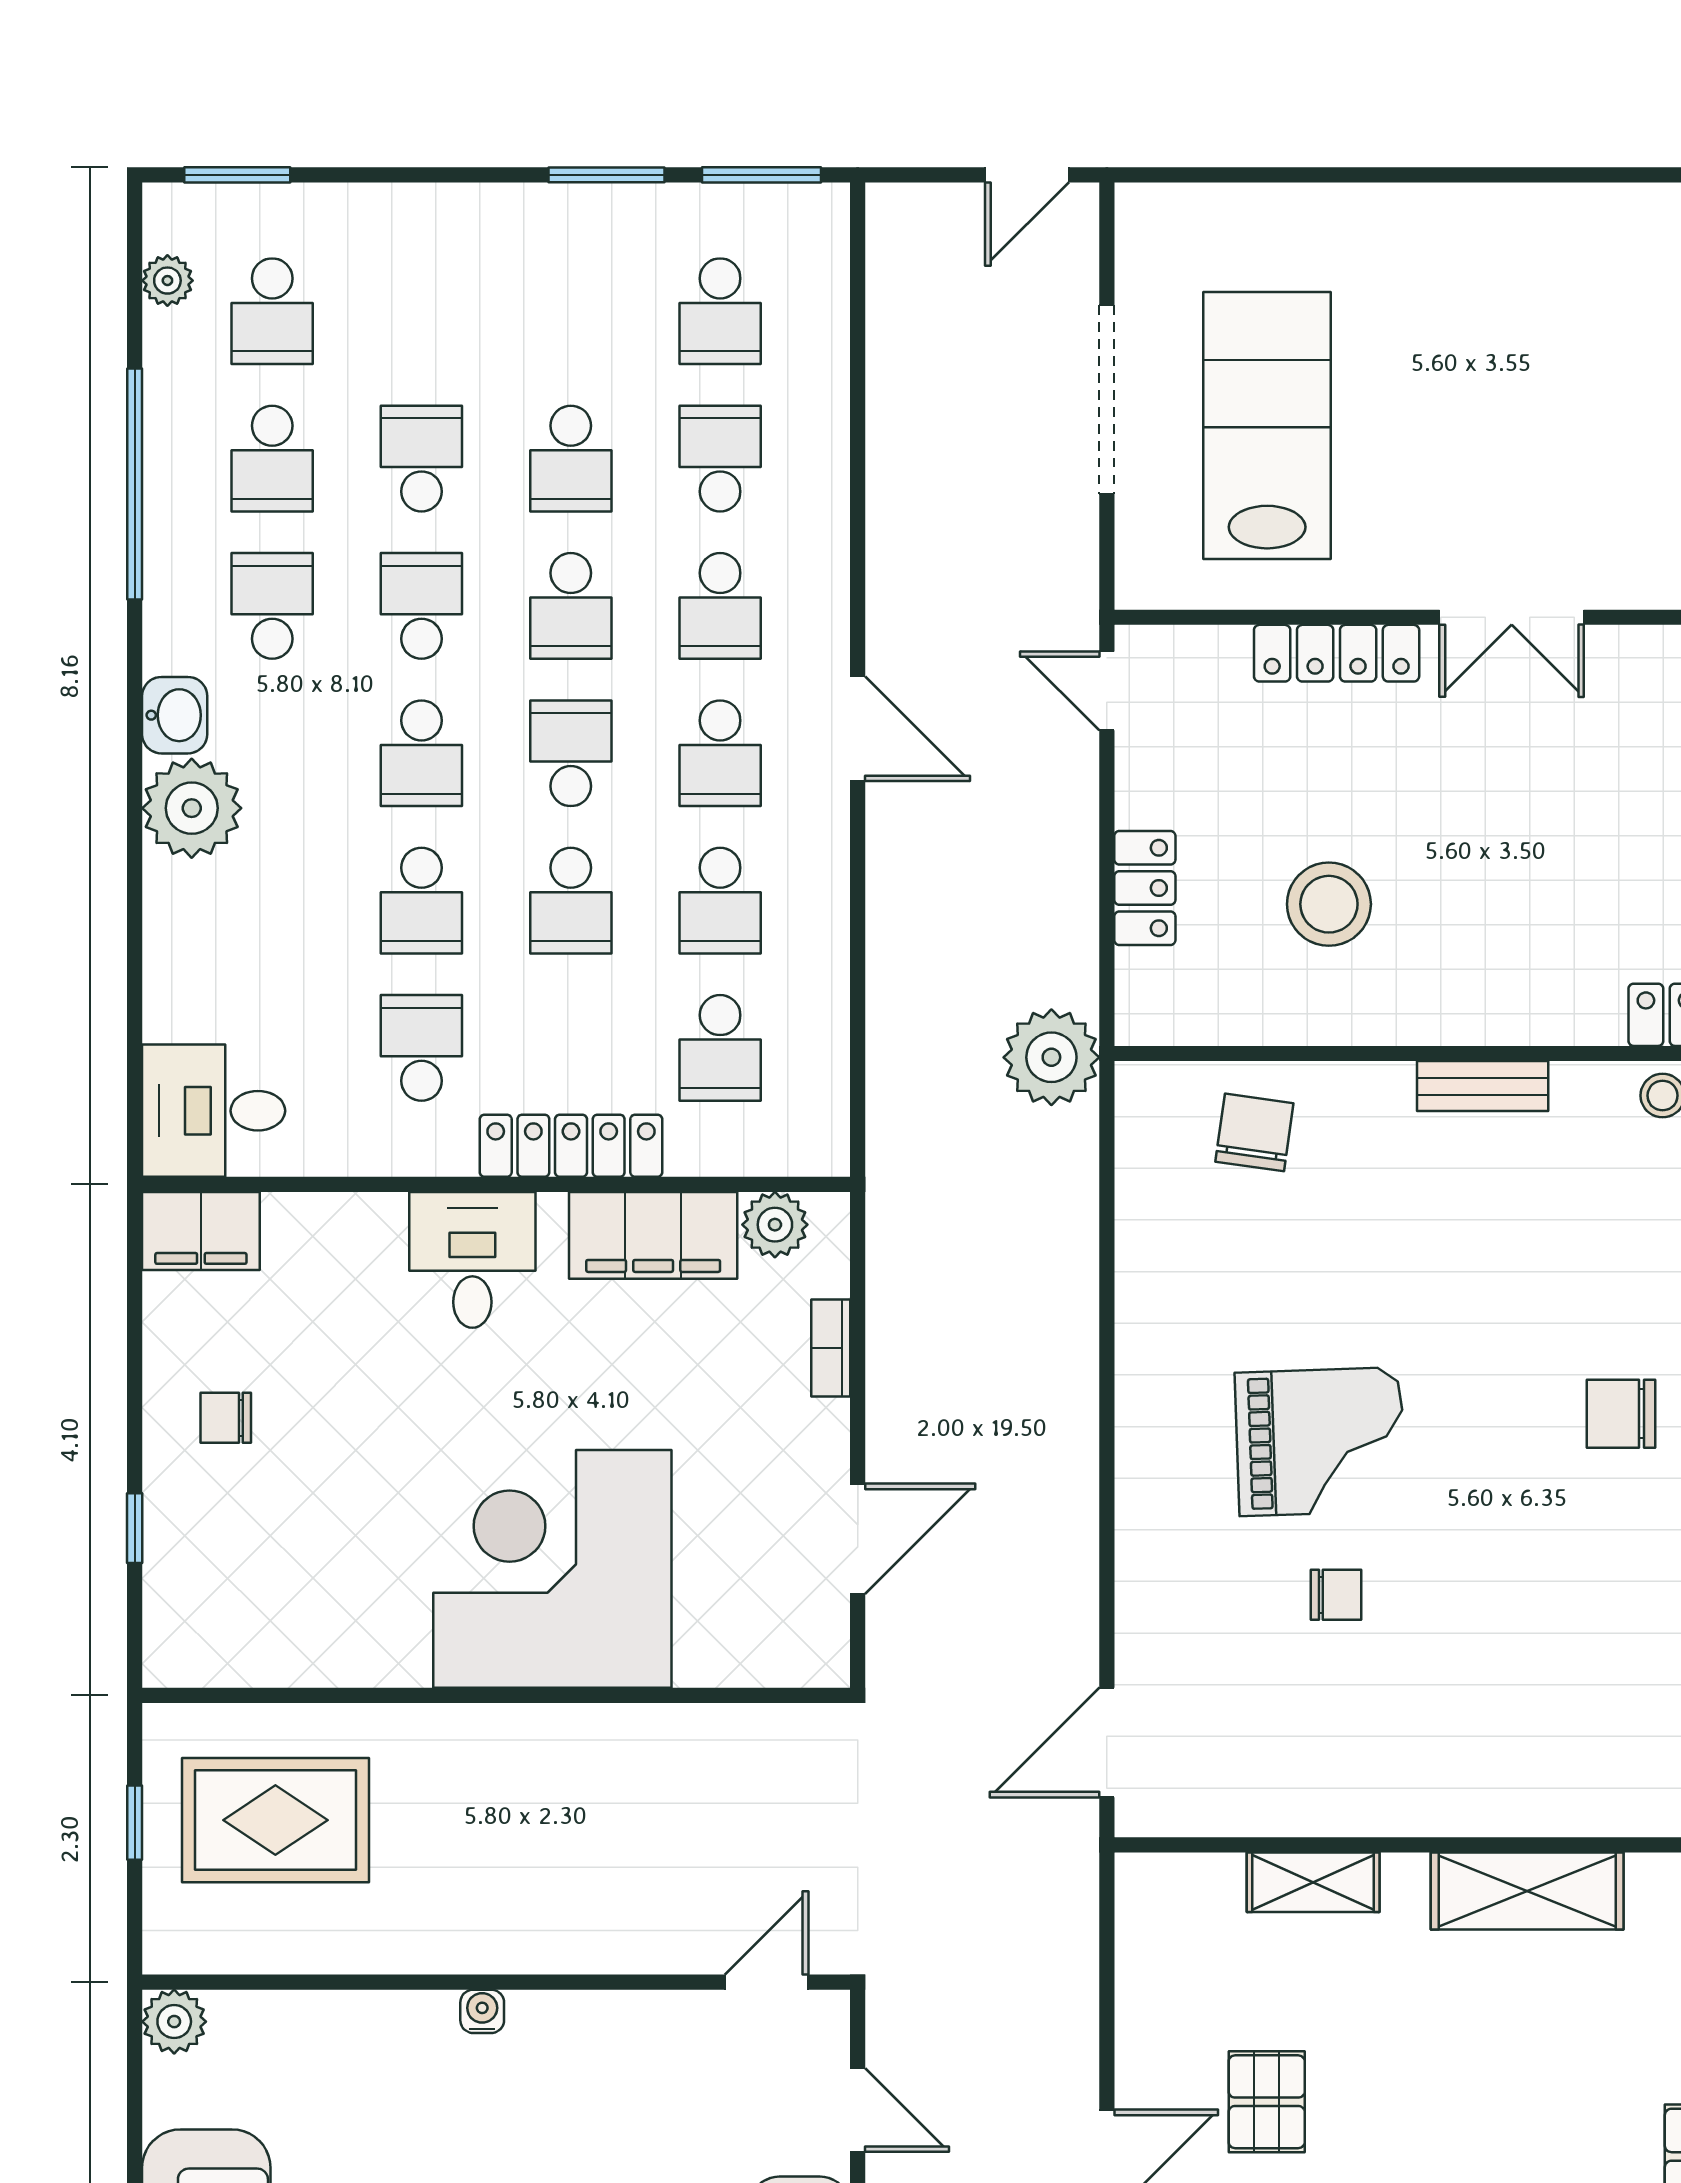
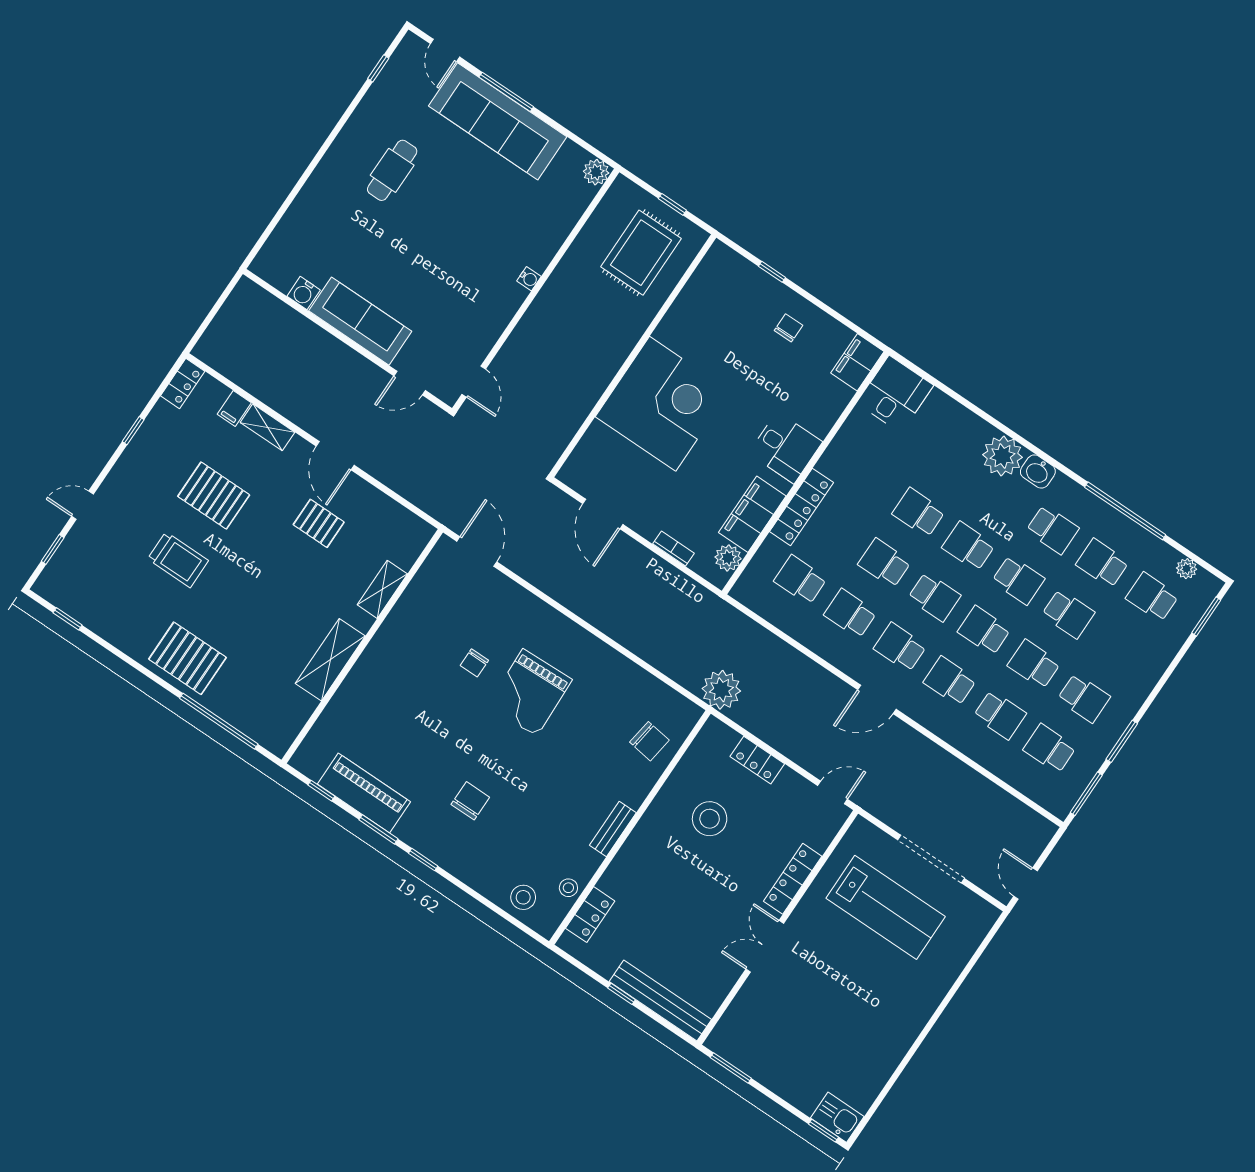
school desk: (421, 1048) -> (1084, 698), moved

